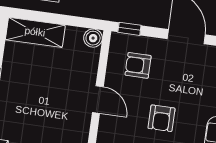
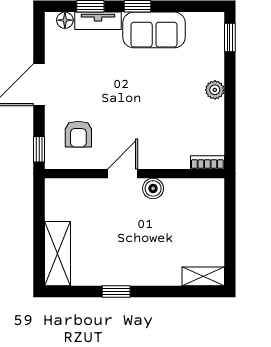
boiler: (93, 38) -> (153, 188), moved
armchair: (161, 118) -> (134, 100), removed

